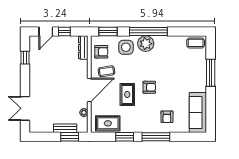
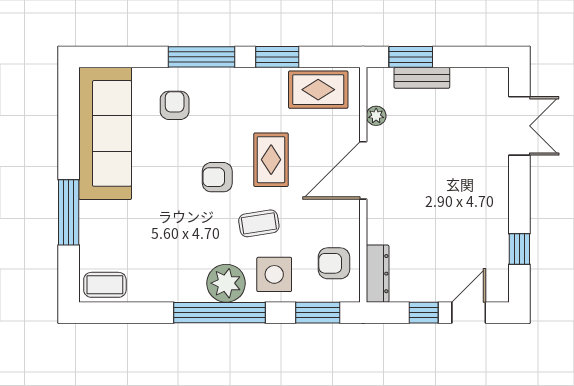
coffee table: (106, 71) -> (259, 223), moved
sofa: (198, 113) -> (105, 133), width x1.36, depth x1.27

